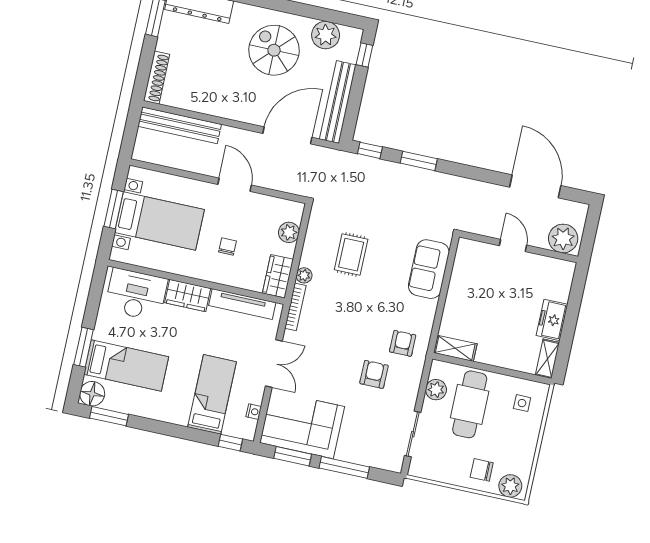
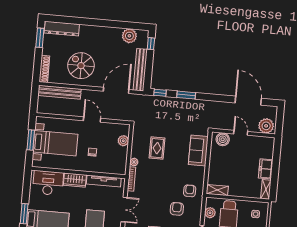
spiral stairs: (274, 50) -> (81, 66), moved
boiler: (478, 254) -> (223, 139), added
wardrobe: (278, 276) -> (120, 164), removed

